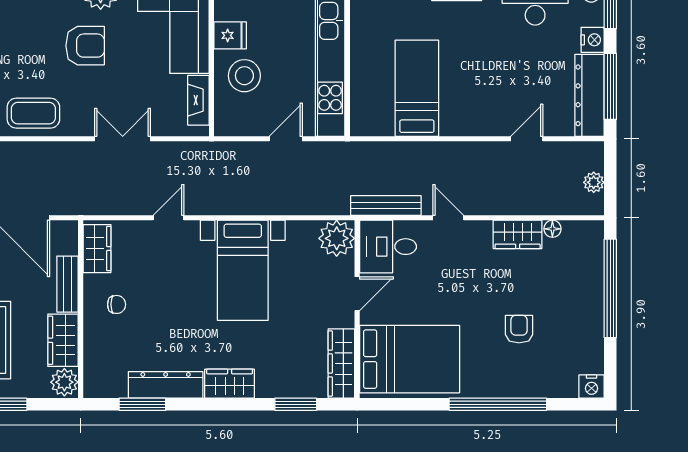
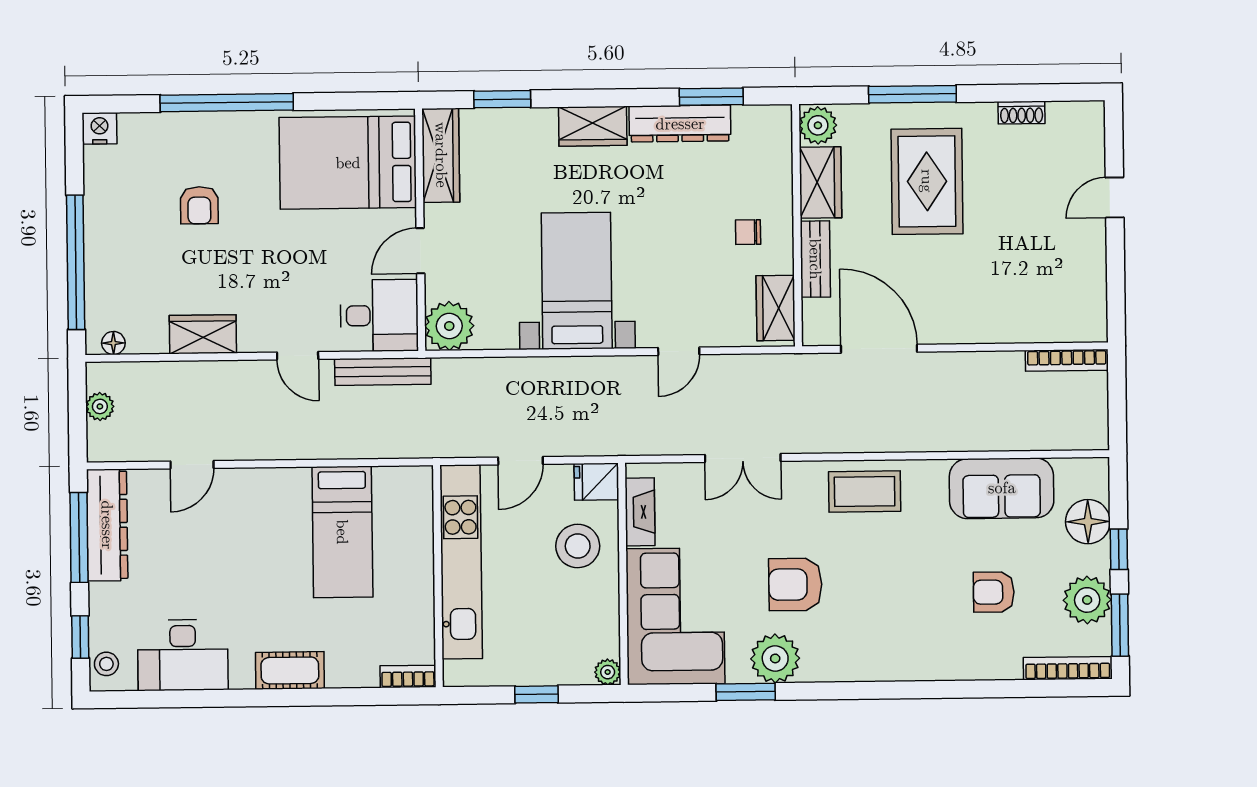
fridge: (230, 35) -> (596, 482), moved
nightstand: (593, 40) -> (104, 601), removed
floor lamp: (552, 229) -> (113, 343), moved

